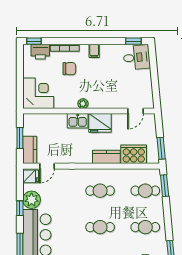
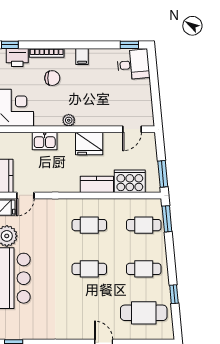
kitchen sink: (78, 121) -> (45, 141), moved

